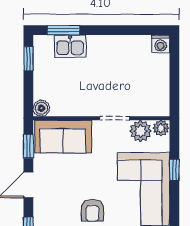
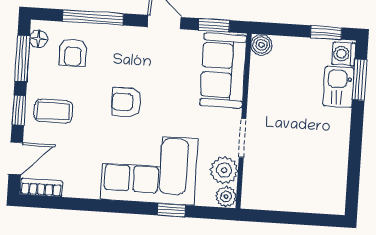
washing machine: (161, 44) -> (344, 54), moved

